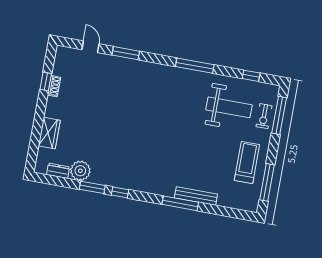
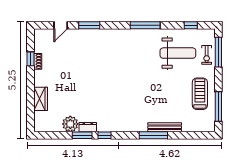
door: (91, 47) -> (61, 25), swing flipped
dresser: (58, 171) -> (88, 127), moved

